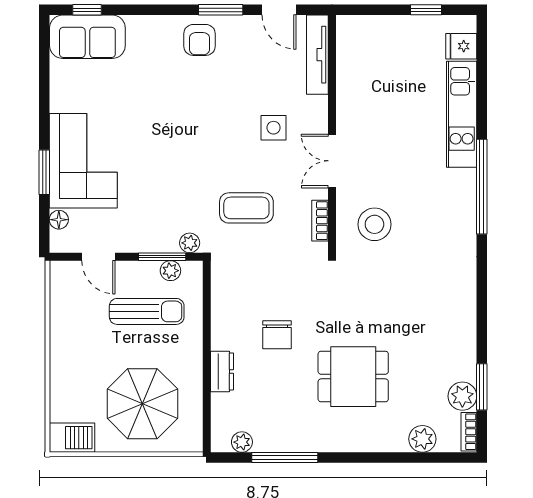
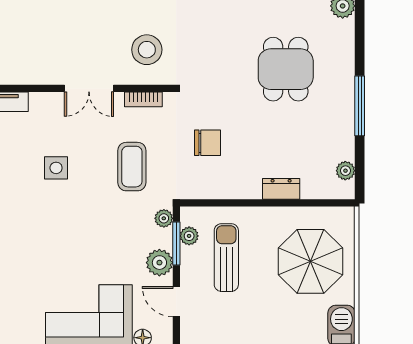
side table: (274, 128) -> (56, 168), moved
plant: (141, 238) -> (159, 263), added
door: (98, 257) -> (176, 302), swing flipped
chair: (277, 335) -> (207, 143), moved
window: (285, 458) -> (360, 106), moved

